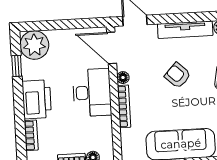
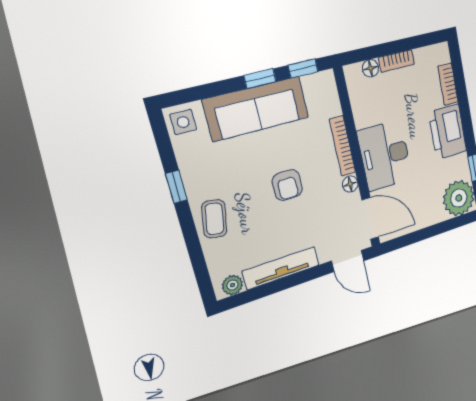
armchair: (178, 75) -> (287, 185), moved, turned 47

